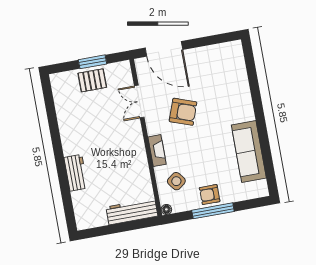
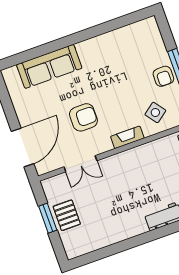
armchair: (183, 112) -> (83, 117), turned 70
sofa: (249, 152) -> (49, 66), moved

